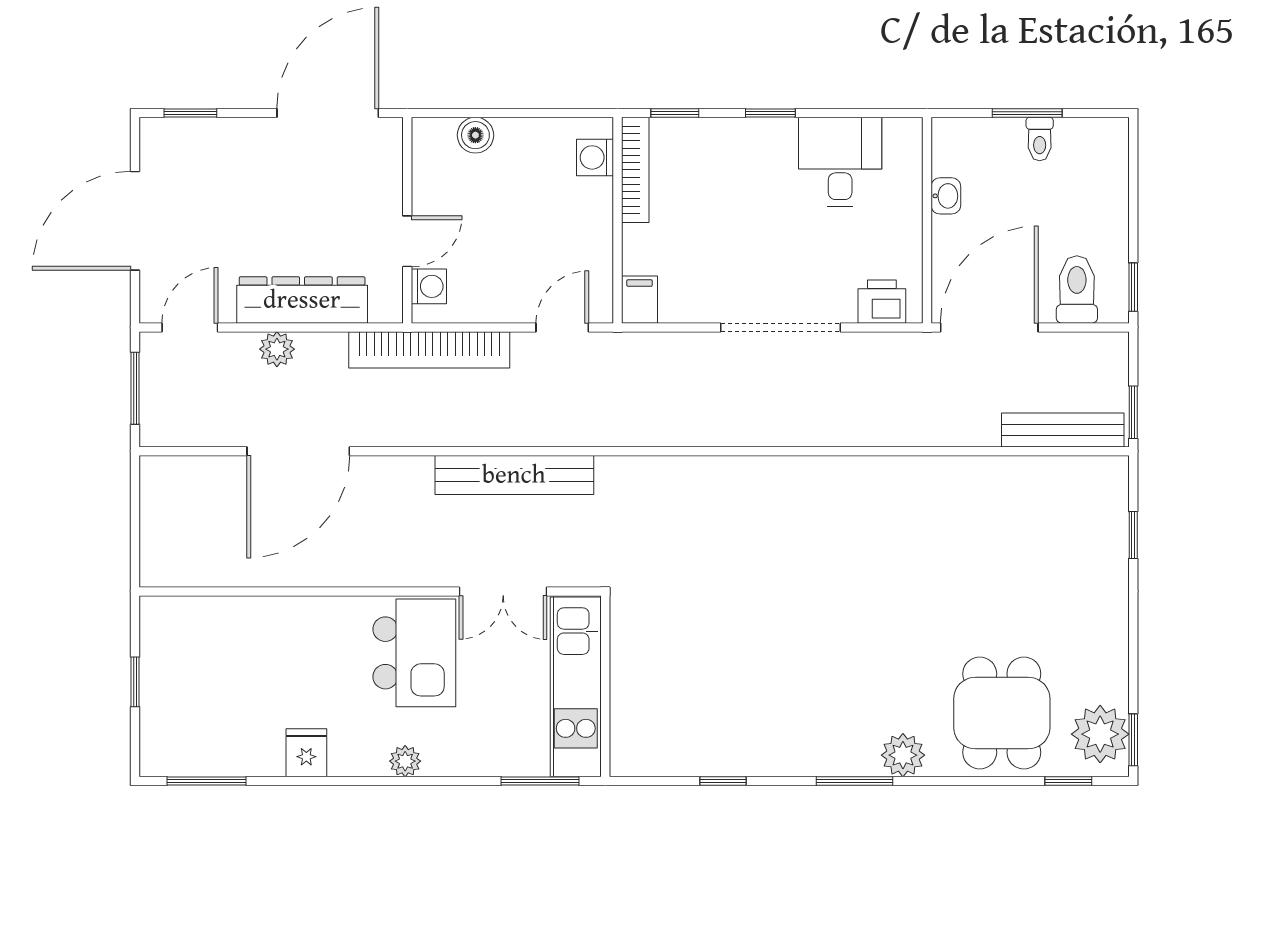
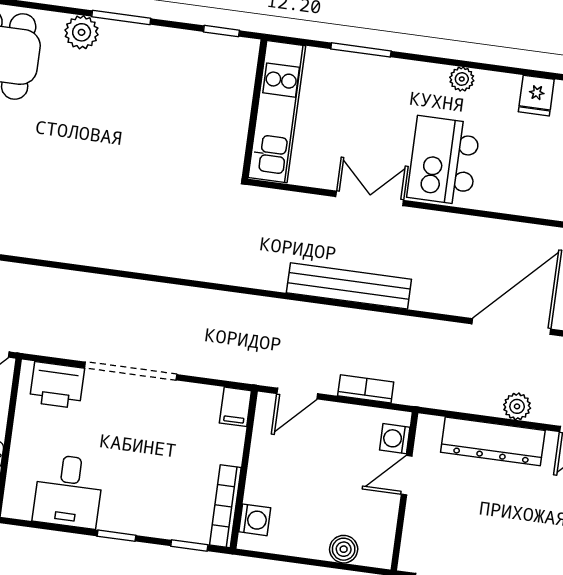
printer: (882, 302) -> (57, 385), width x1.36, depth x1.24
bookcase: (429, 350) -> (366, 389), width x0.43, depth x0.76
wall: (605, 686) -> (254, 109), moved
kitchen unit: (576, 687) -> (277, 112), moved

